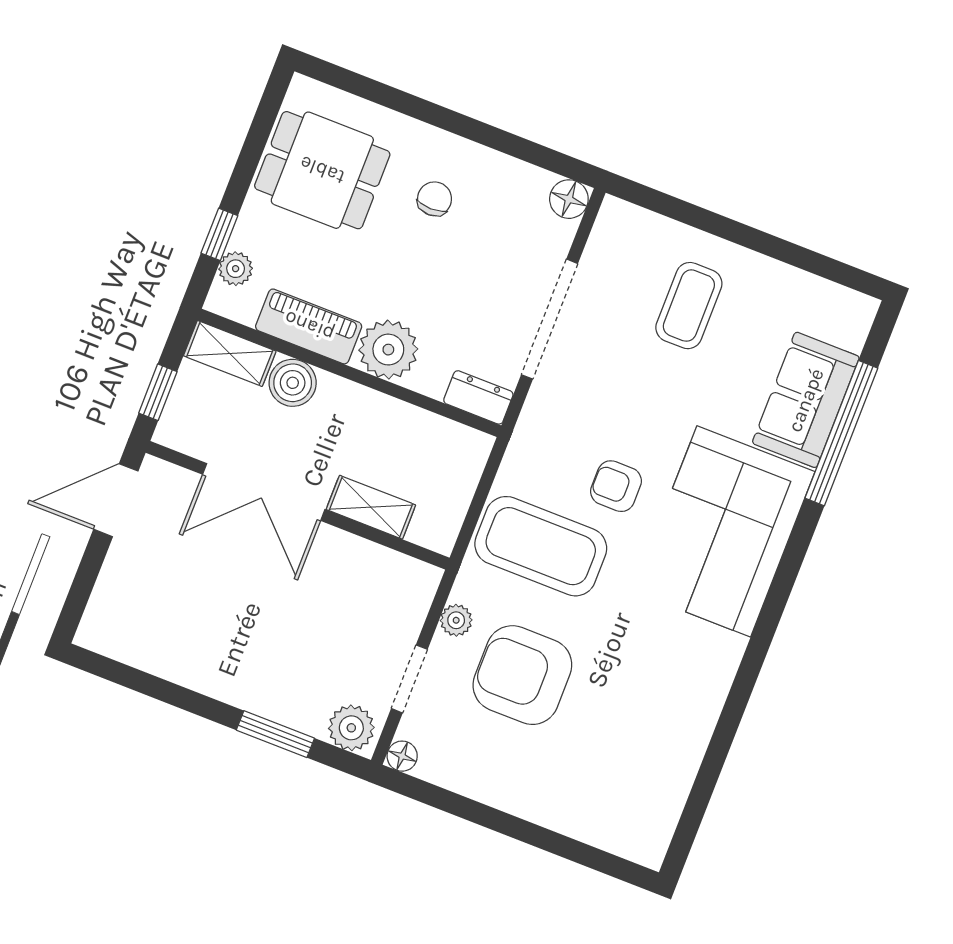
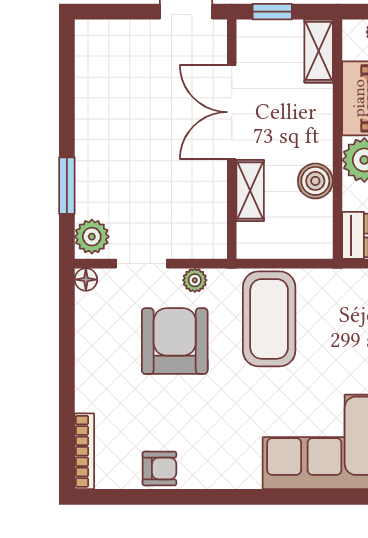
boiler: (293, 383) -> (315, 181), moved
armchair: (616, 486) -> (159, 468), moved, turned 90
bookcase: (616, 842) -> (84, 451), added

